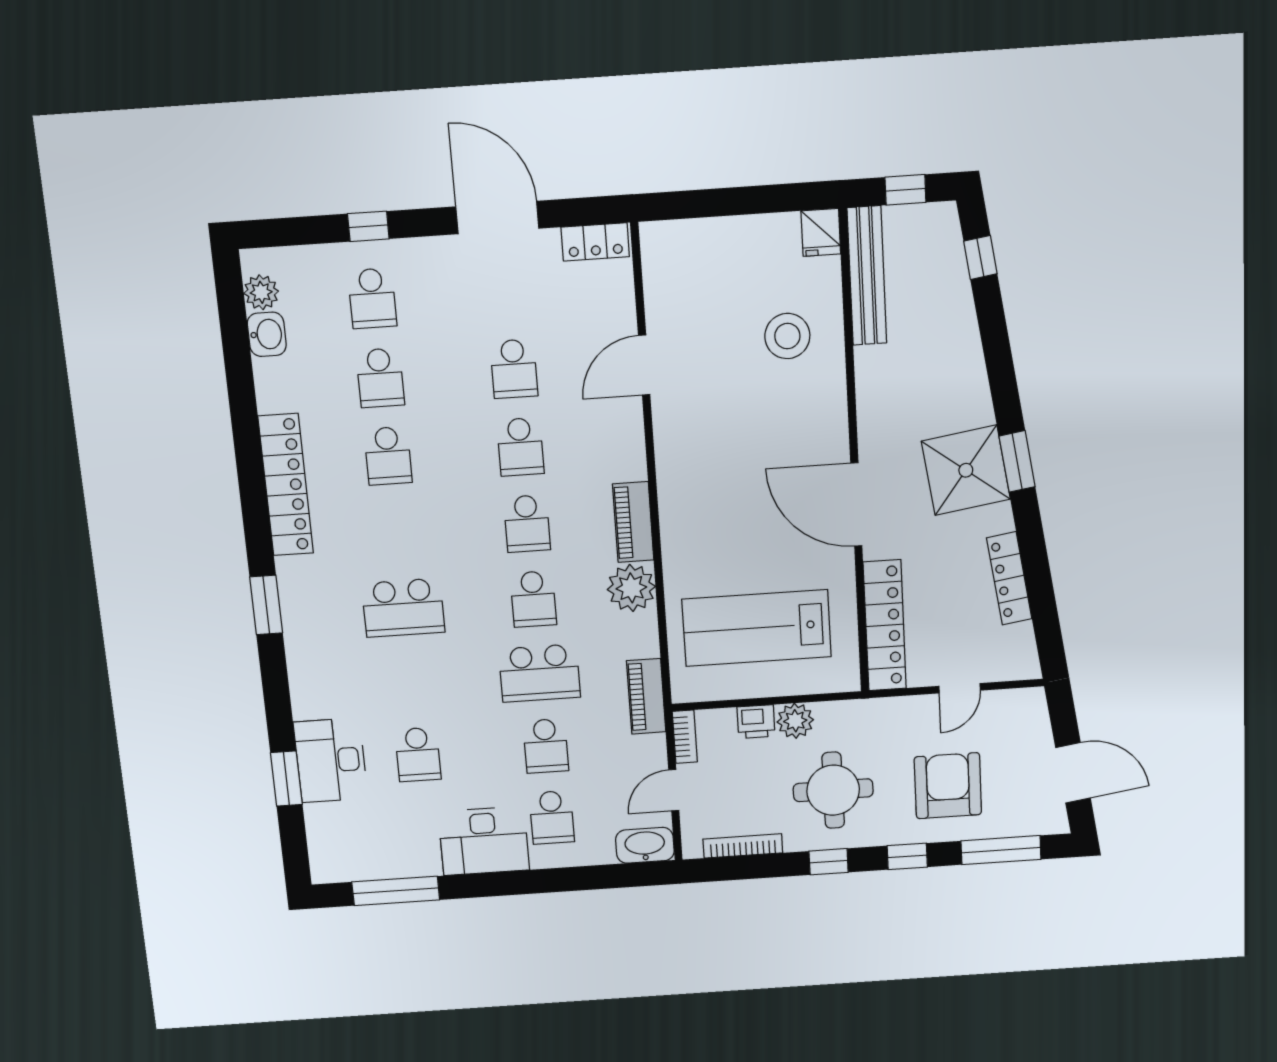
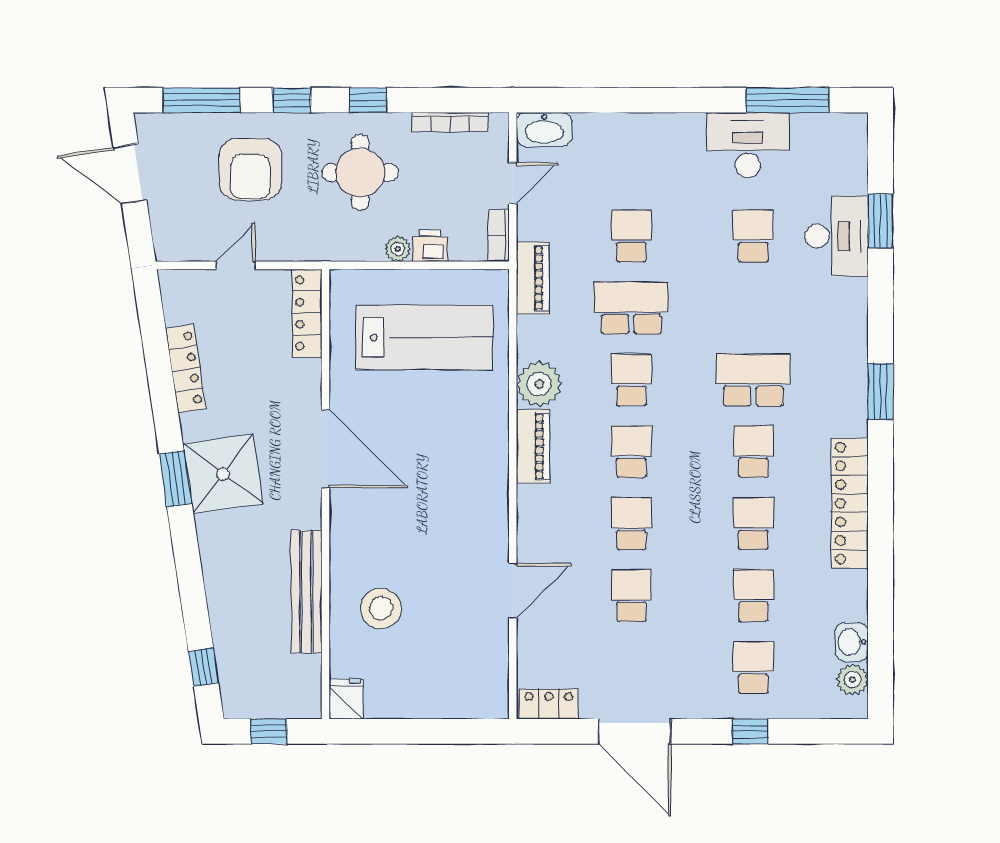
bench: (867, 276) -> (306, 592), moved
locker: (885, 625) -> (307, 313), width x0.71, depth x0.83
plant: (795, 721) -> (398, 249), width x0.73, depth x0.73
school desk: (552, 817) -> (753, 452), moved
desk: (484, 841) -> (748, 145), moved

